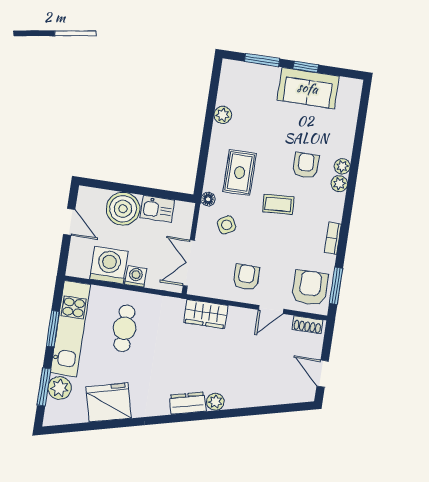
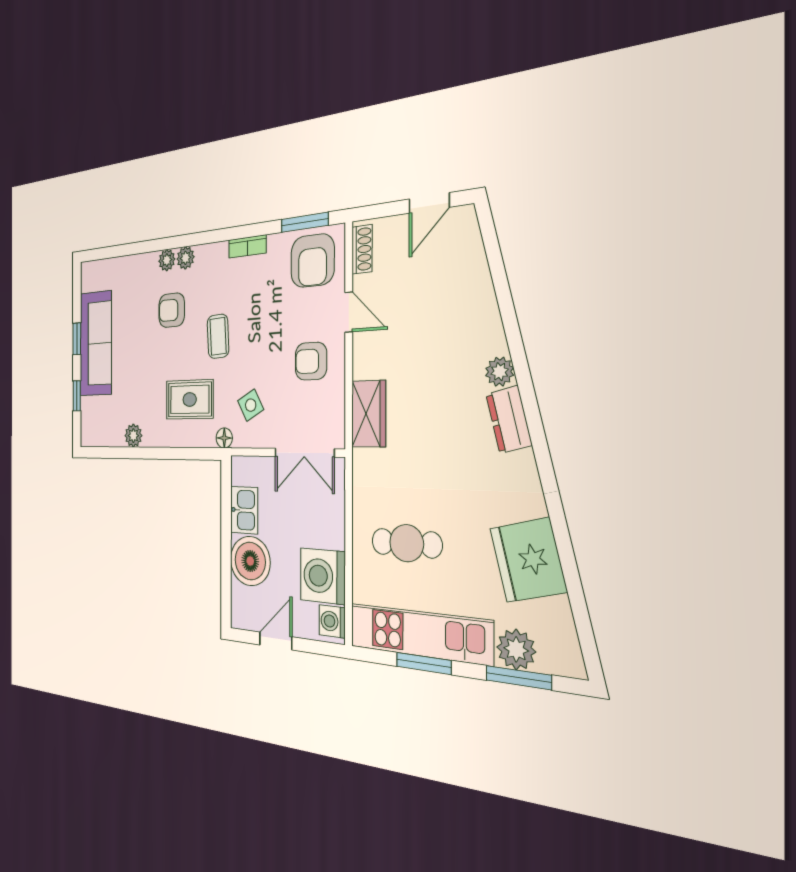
window: (262, 60) -> (77, 396), width x0.67
sofa: (308, 88) -> (96, 343), width x1.36
washing machine: (136, 276) -> (332, 621), moved
armchair: (310, 288) -> (312, 261), turned -90

